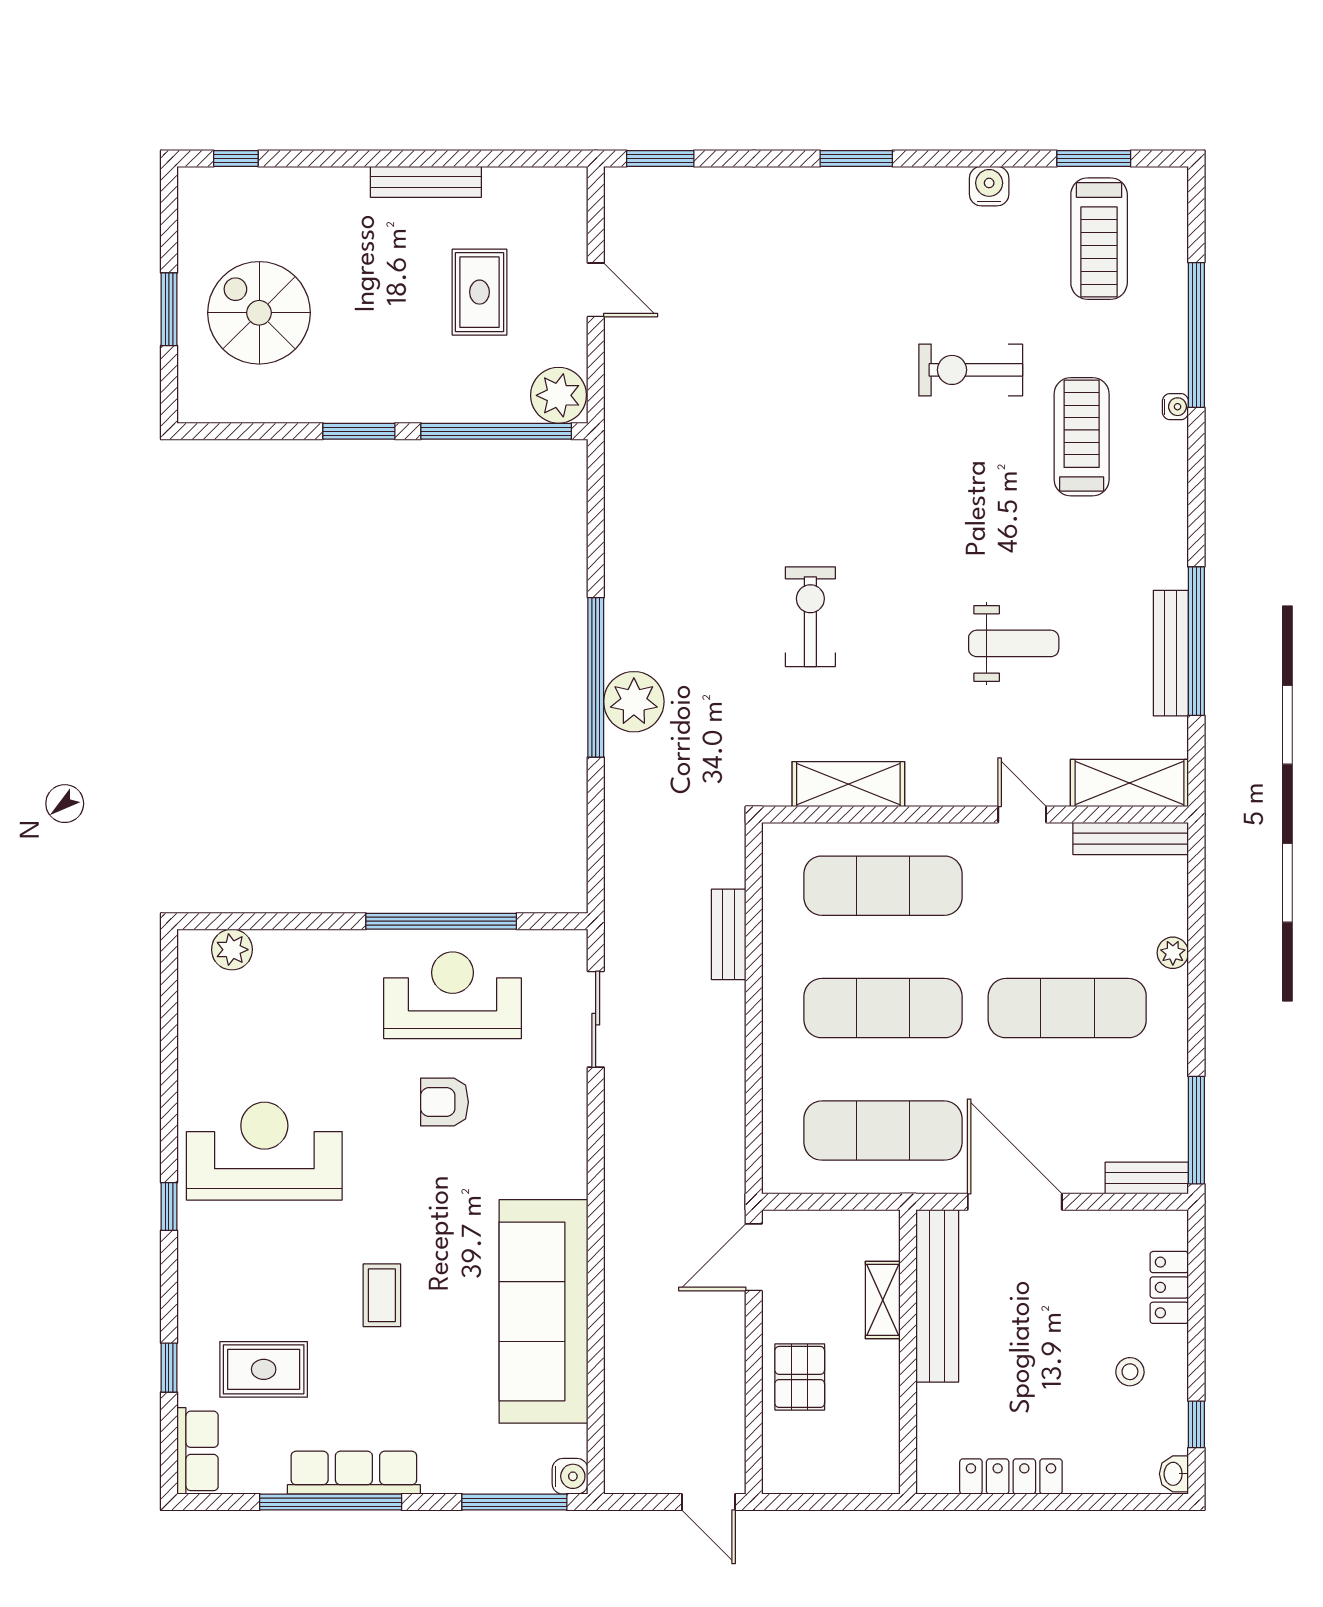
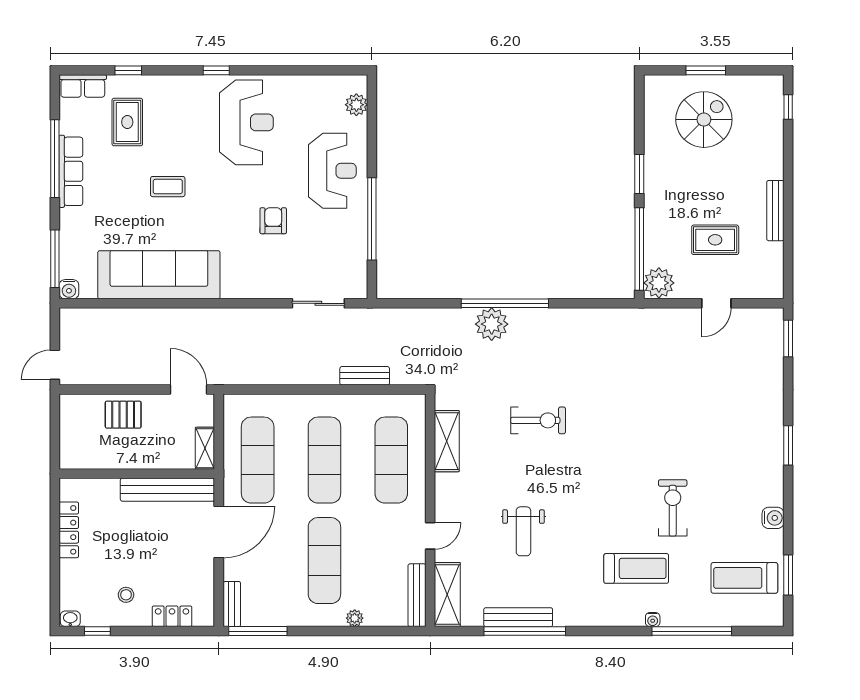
reception desk: (453, 995) -> (332, 171), moved
shelving: (883, 1300) -> (205, 448), moved, turned 90

